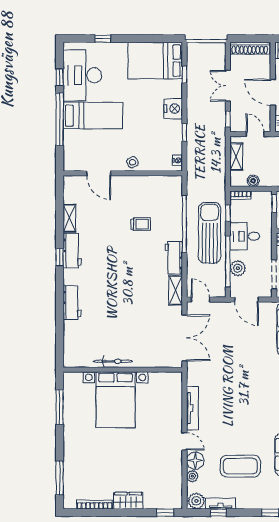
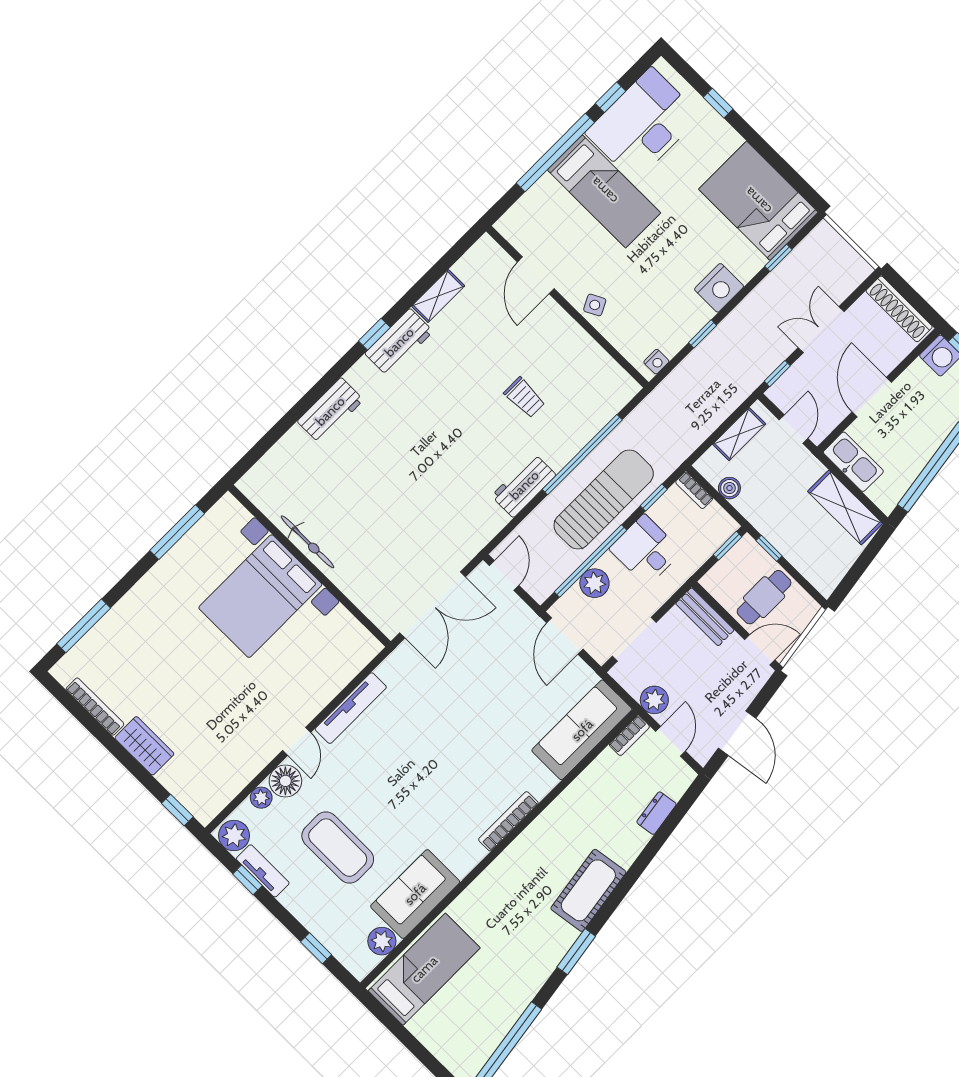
shelving: (176, 290) -> (484, 531), removed

